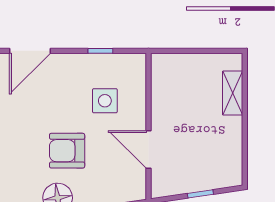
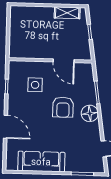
shelving: (233, 93) -> (67, 13), moved
door: (148, 150) -> (64, 61), hinge flipped

